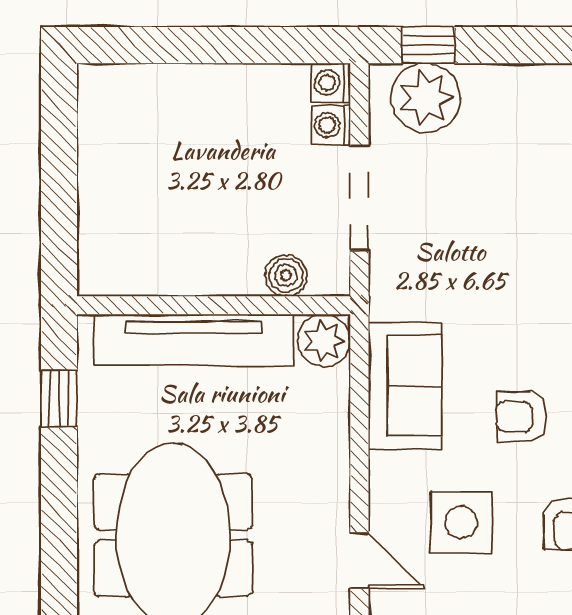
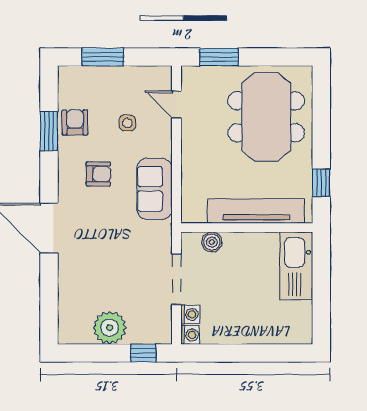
plant: (426, 98) -> (110, 328), moved
kitchen sink: (111, 226) -> (296, 266), added
plant: (324, 341) -> (193, 211), removed
side table: (461, 522) -> (127, 123), width x0.54, depth x0.54

